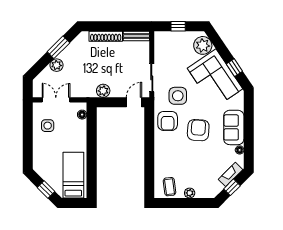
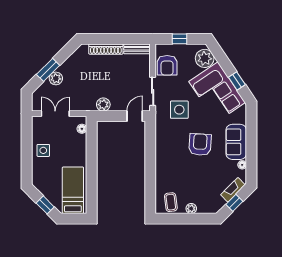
window: (58, 47) -> (48, 70), moved
armchair: (168, 121) -> (167, 65), moved
side table: (48, 126) -> (43, 150), moved

